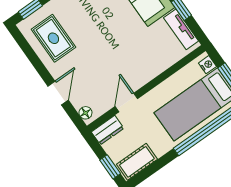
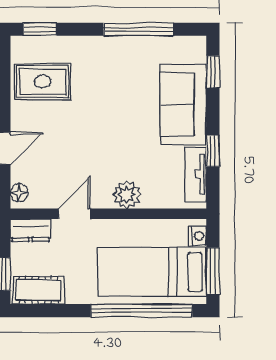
rug: (53, 38) -> (43, 82), turned 90
plant: (149, 70) -> (127, 195), added

